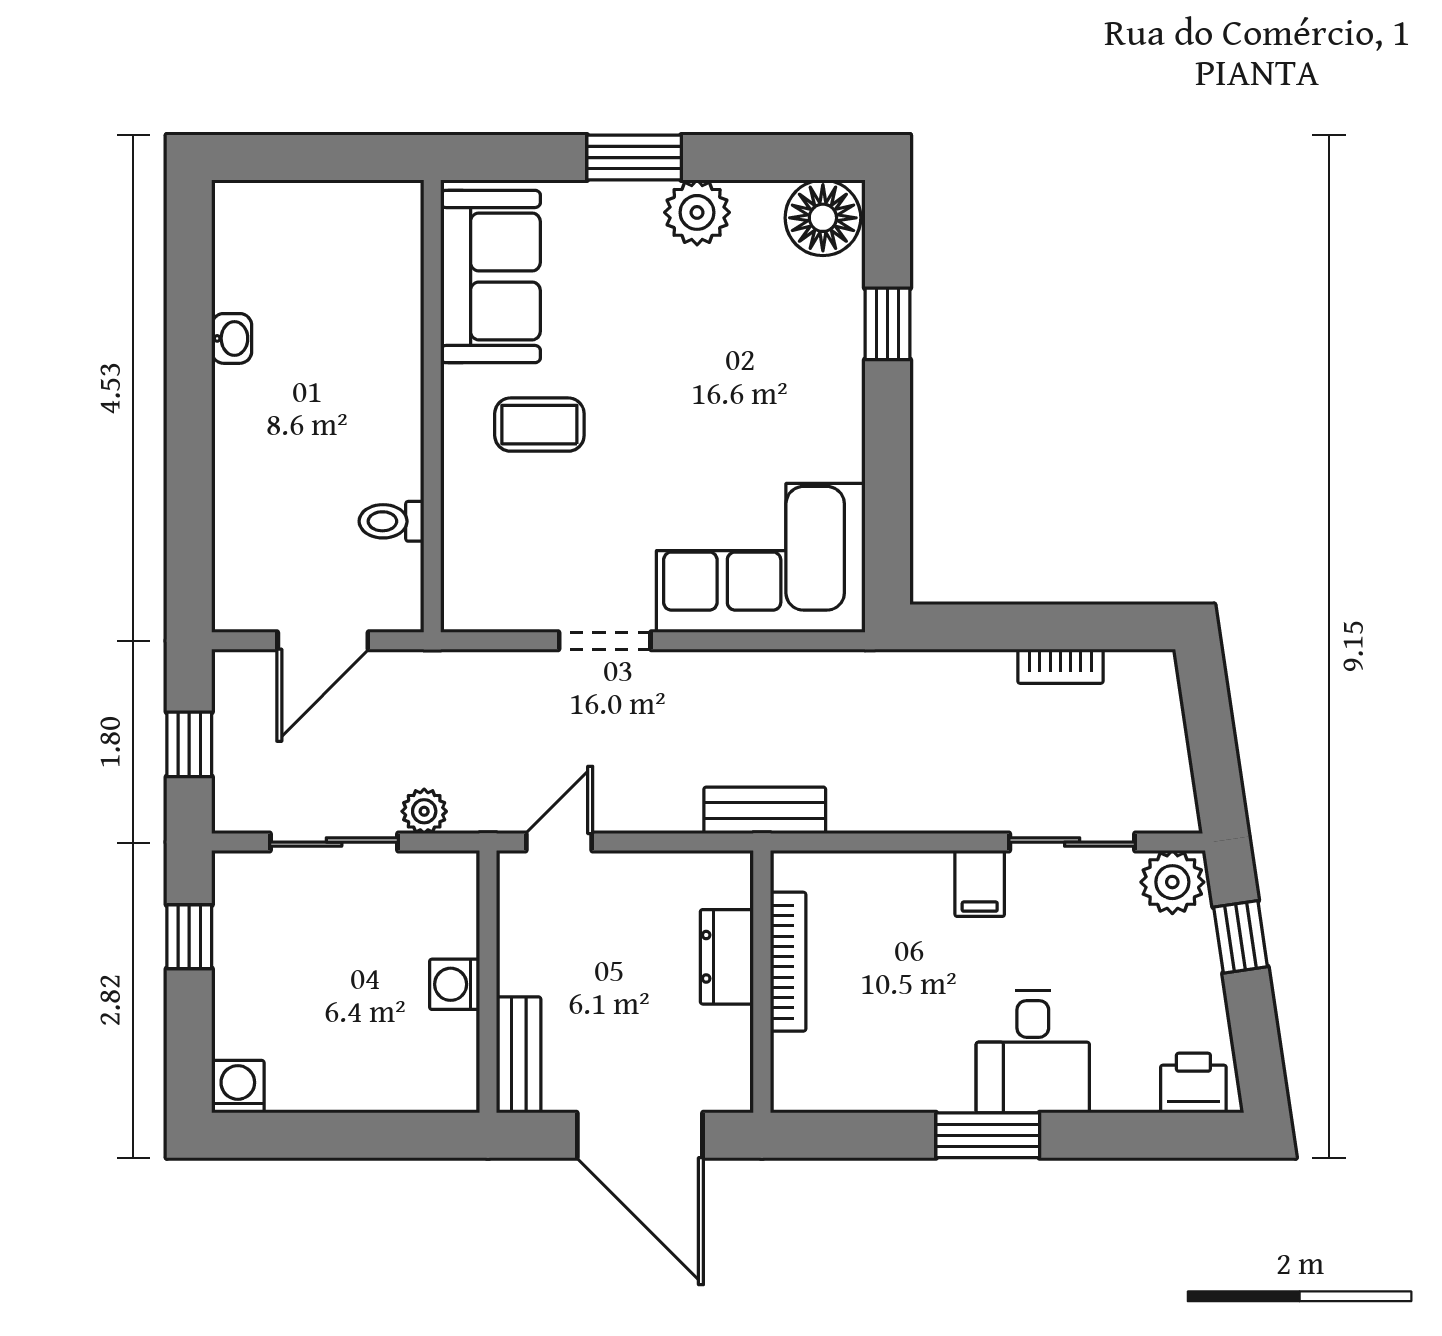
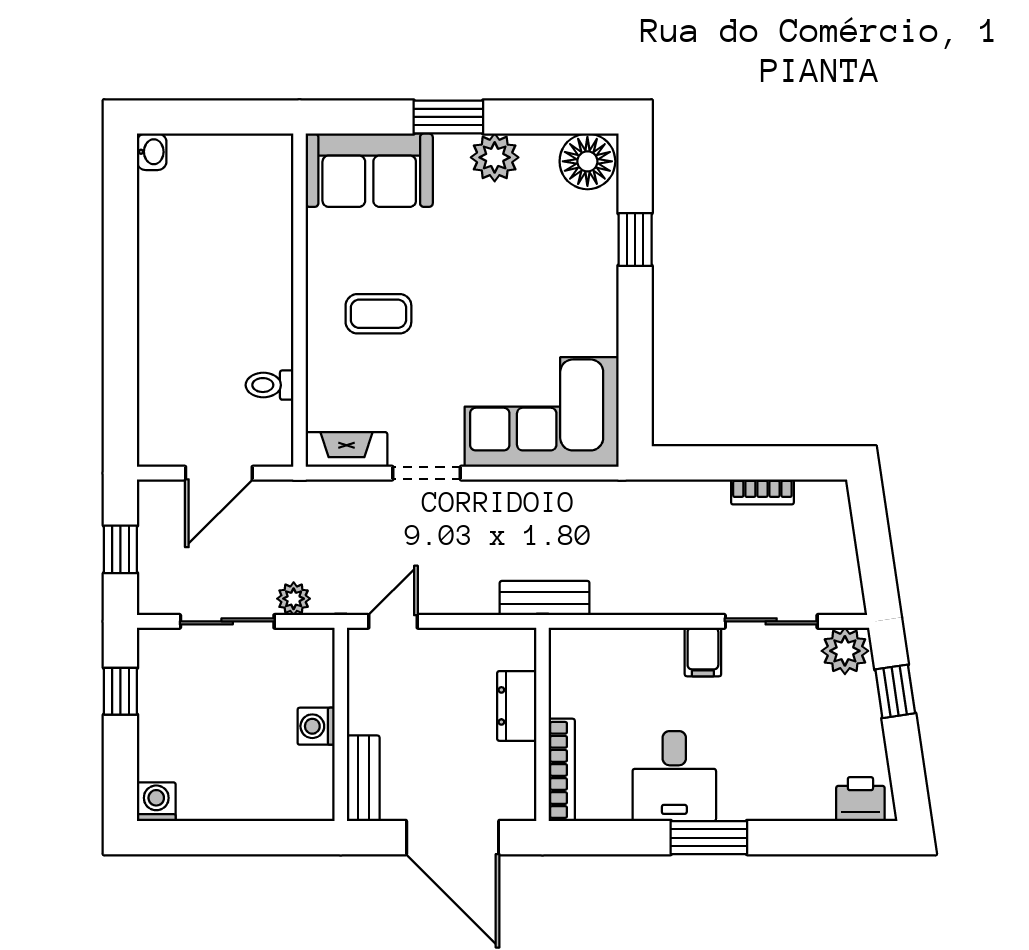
sofa: (490, 276) -> (369, 170), moved, turned 90
washbasin: (232, 338) -> (152, 152), moved
fireplace: (496, 609) -> (347, 450), added
bookcase: (788, 962) -> (562, 770), moved
desk: (1033, 1052) -> (674, 776), moved

